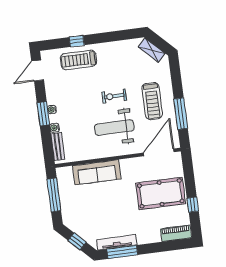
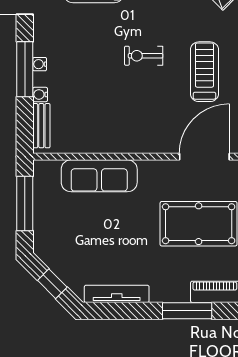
treadmill: (152, 101) -> (204, 72), turned 180
window: (43, 114) -> (25, 69), width x1.44
weight bench: (114, 128) -> (137, 107), removed
window: (122, 252) -> (187, 311), moved

